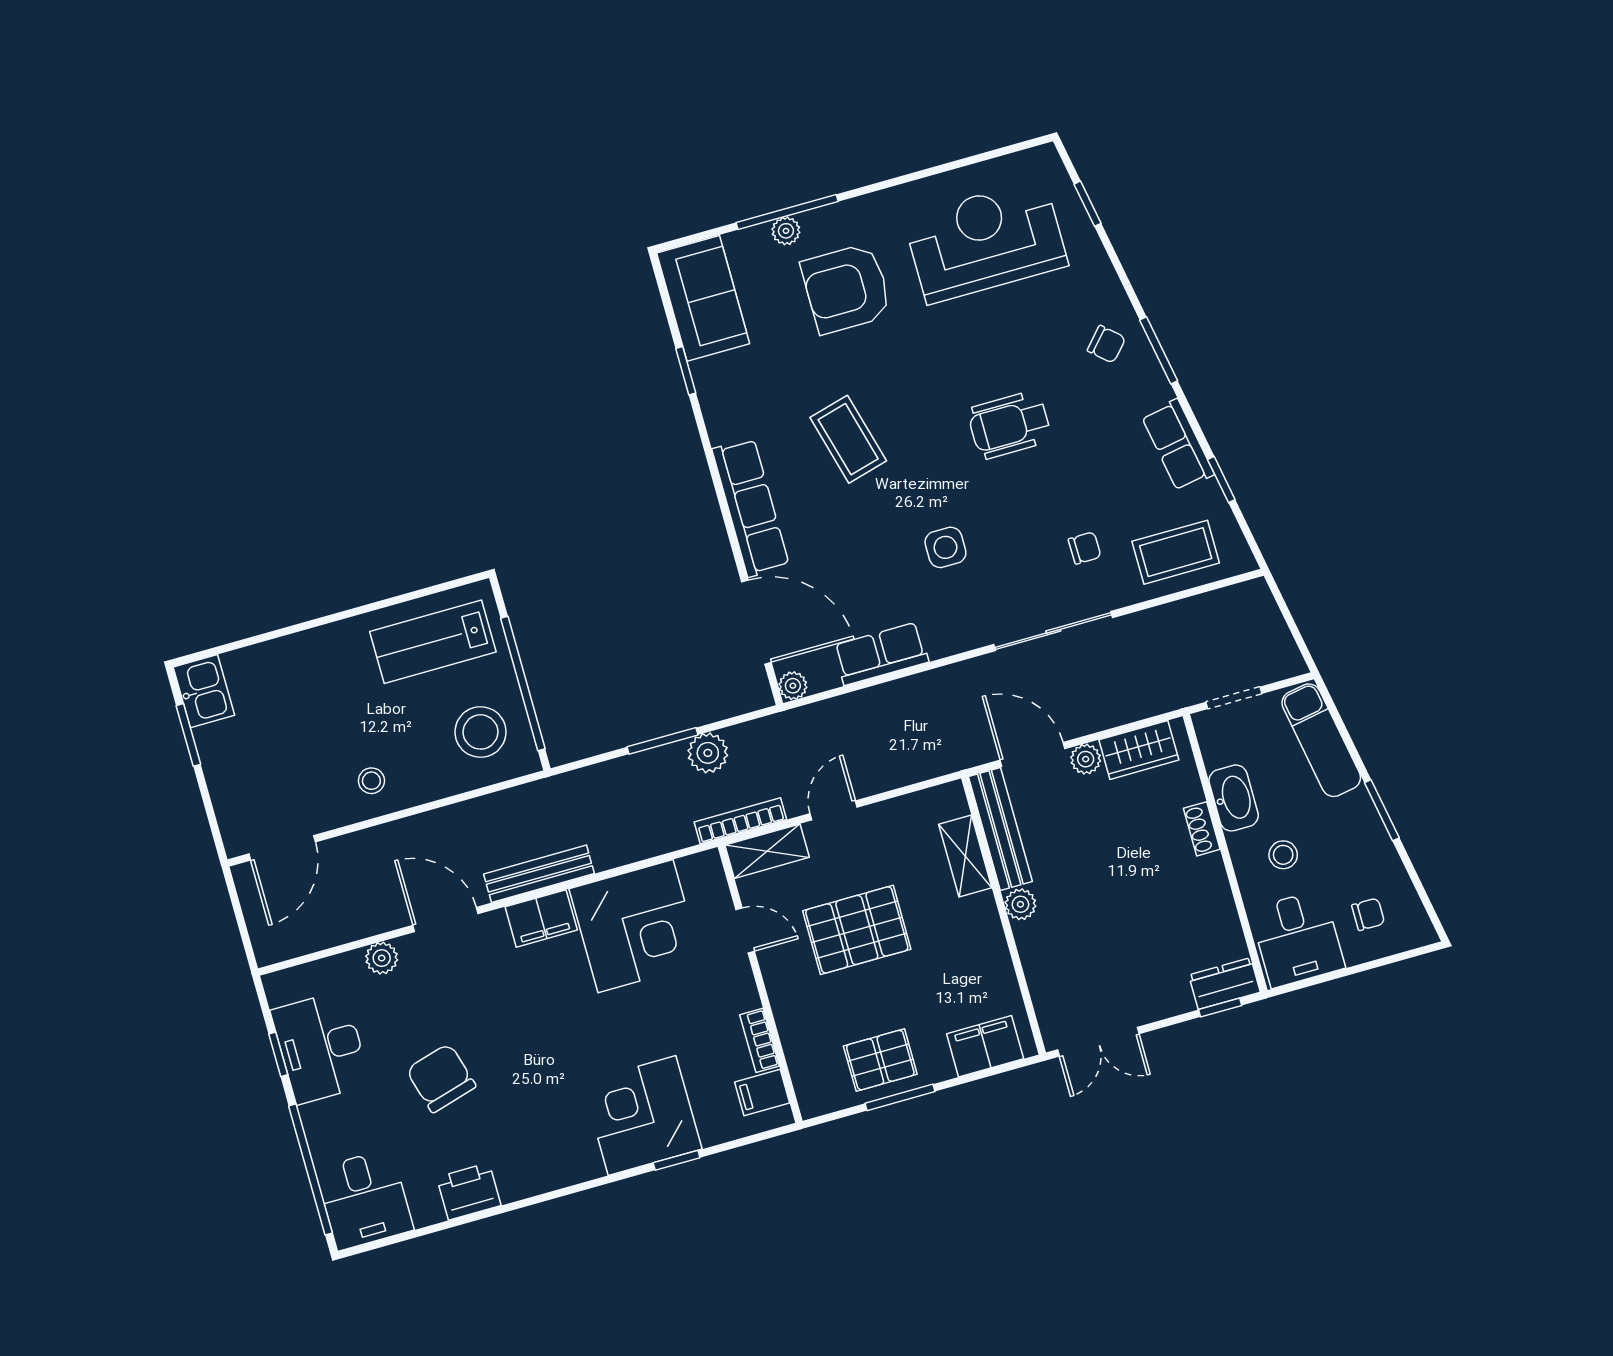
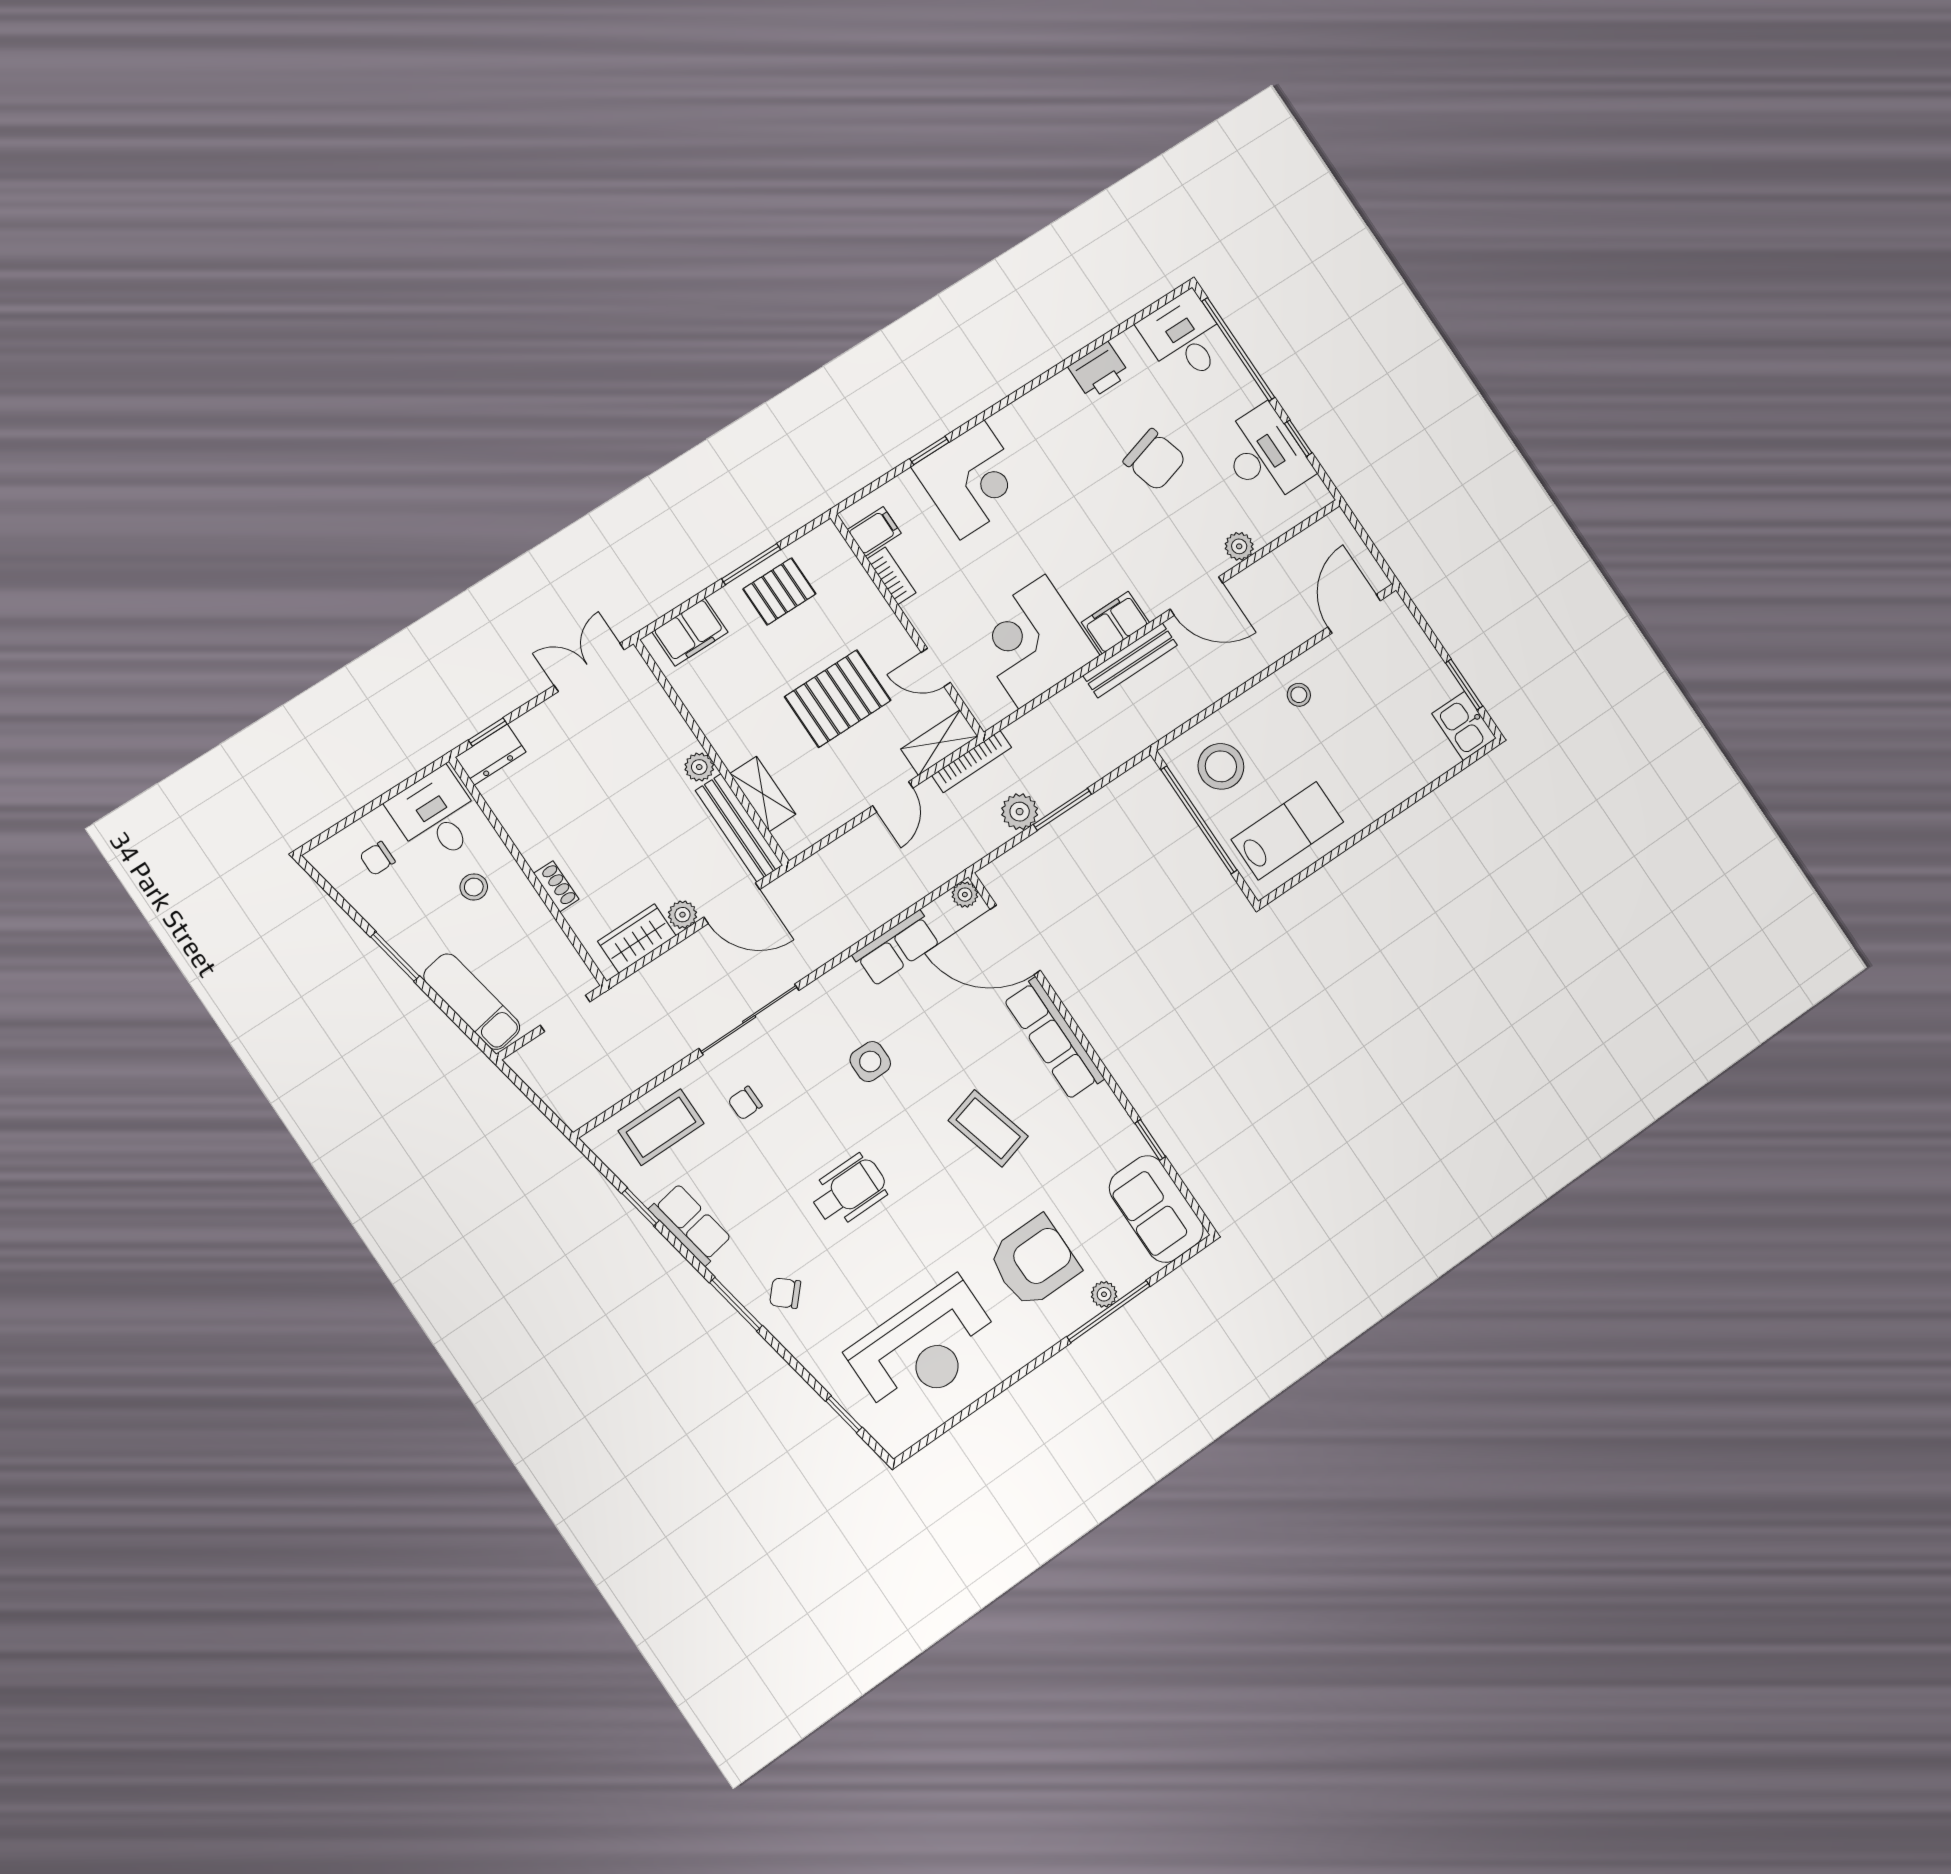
washbasin: (1234, 798) -> (536, 923), removed

